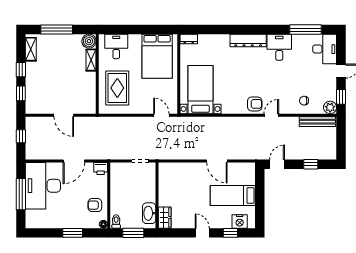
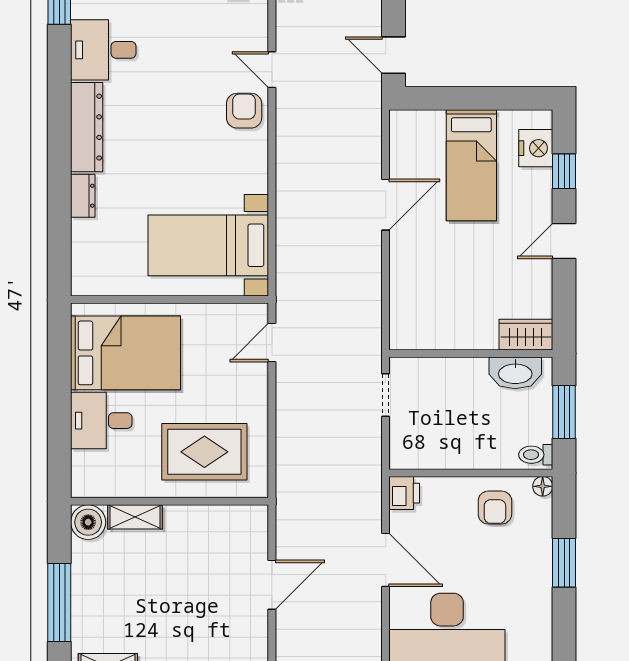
dresser: (189, 39) -> (83, 196), moved
desk: (116, 46) -> (101, 421), moved

